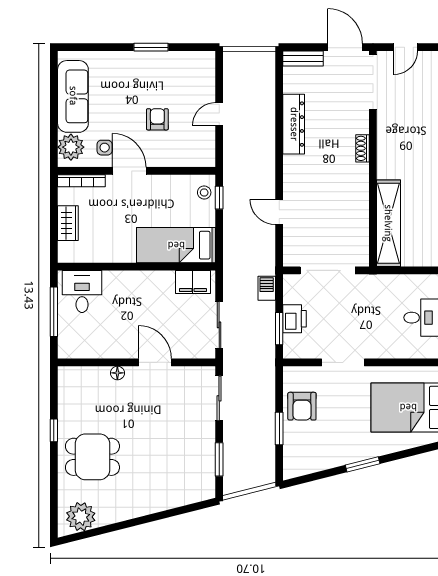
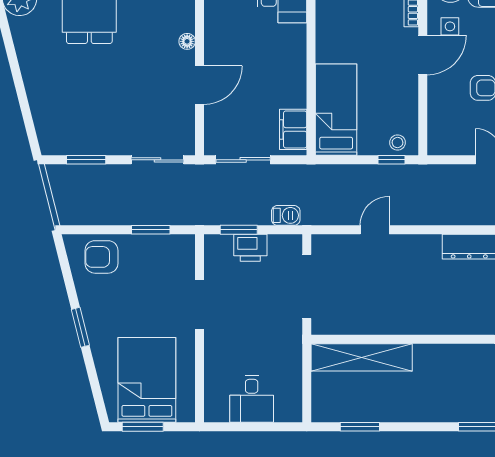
shoe rack: (362, 148) -> (449, 327), removed
armchair: (302, 406) -> (101, 257), moved
window: (279, 428) -> (151, 230), moved

